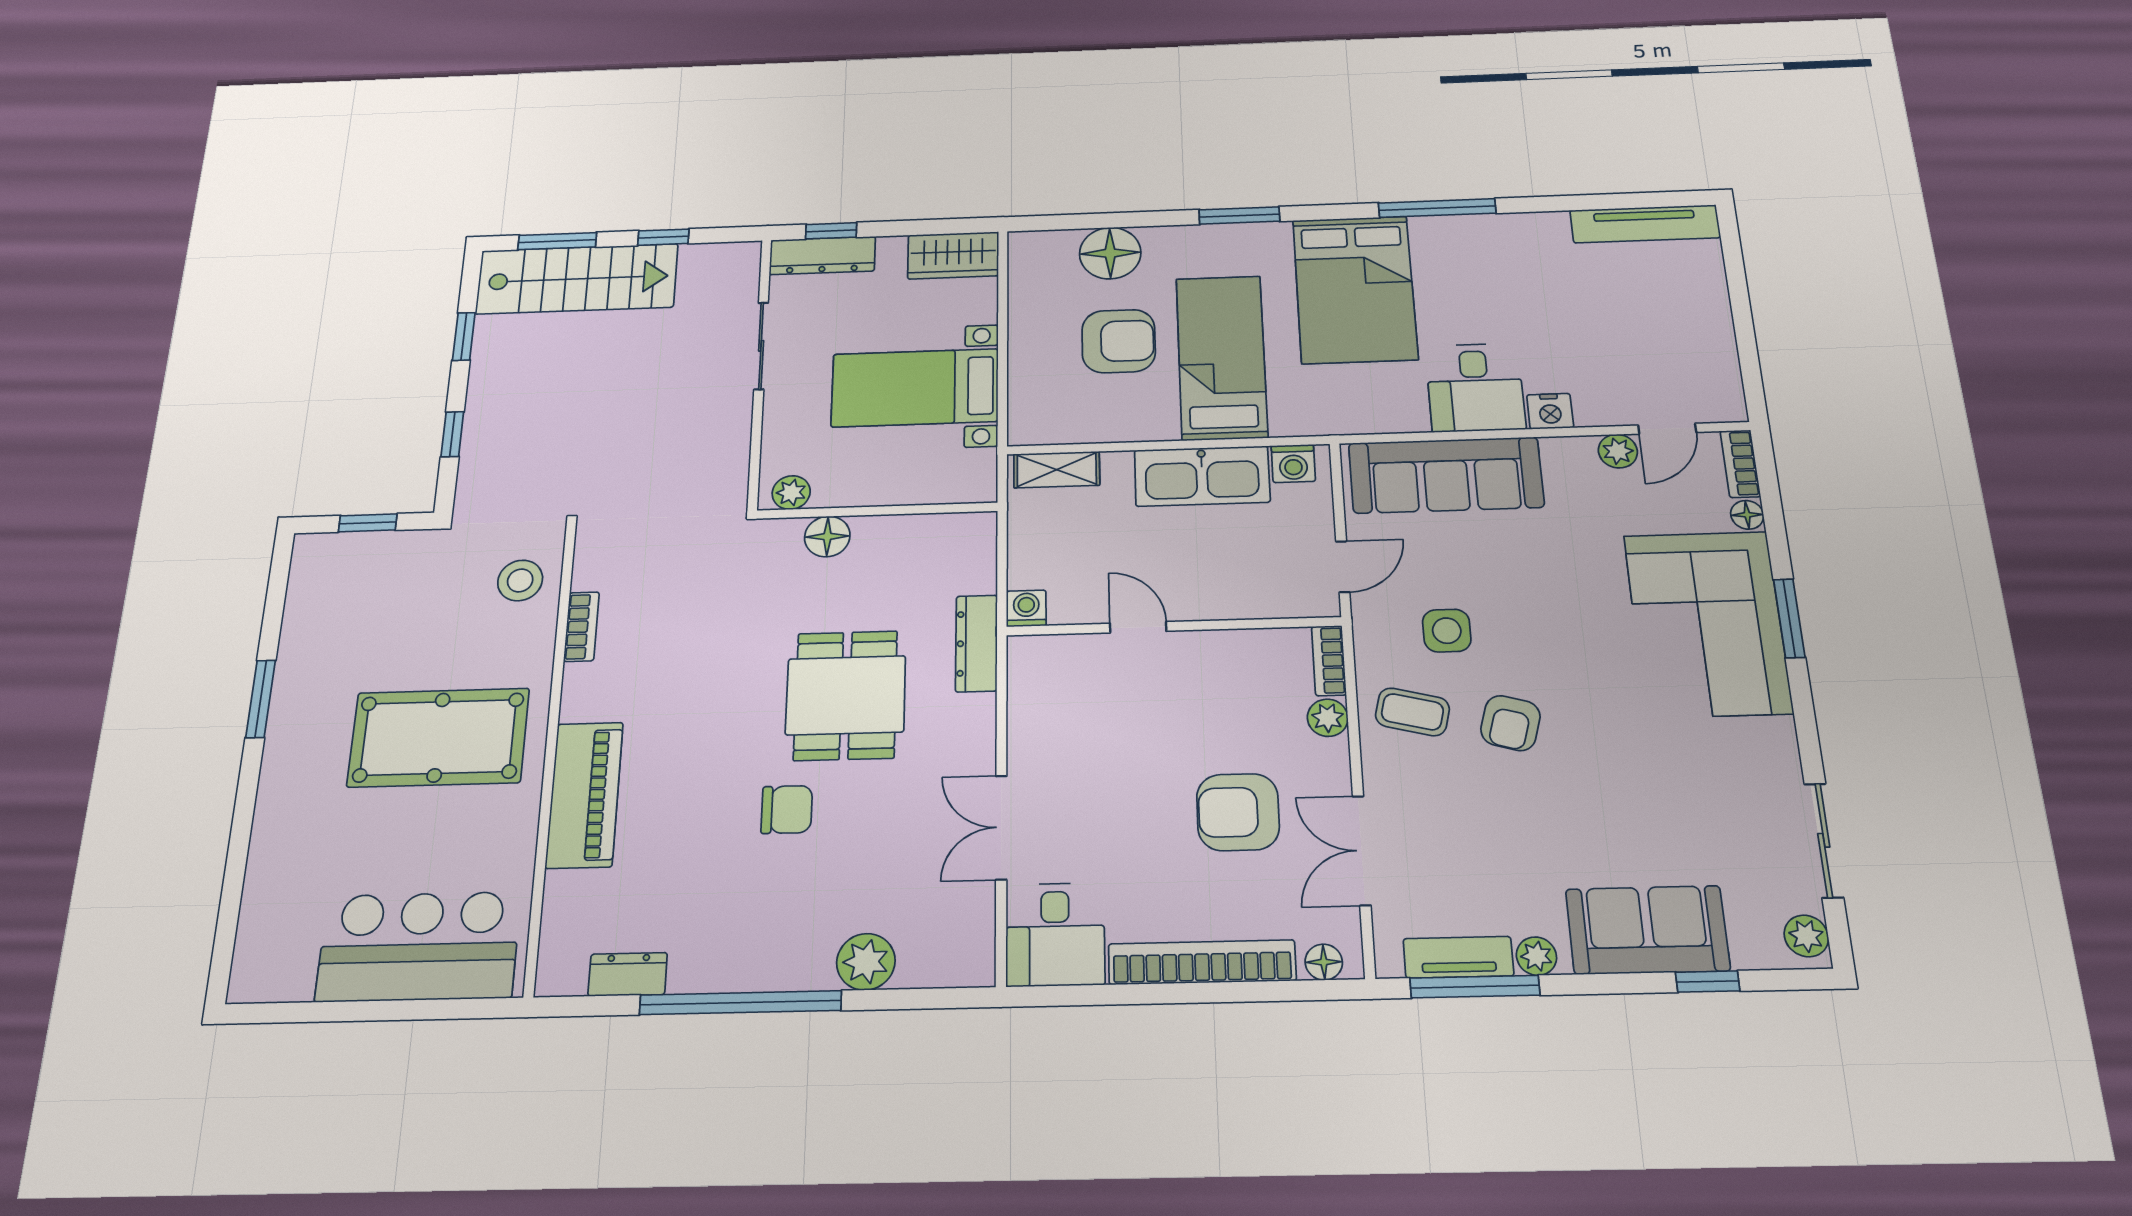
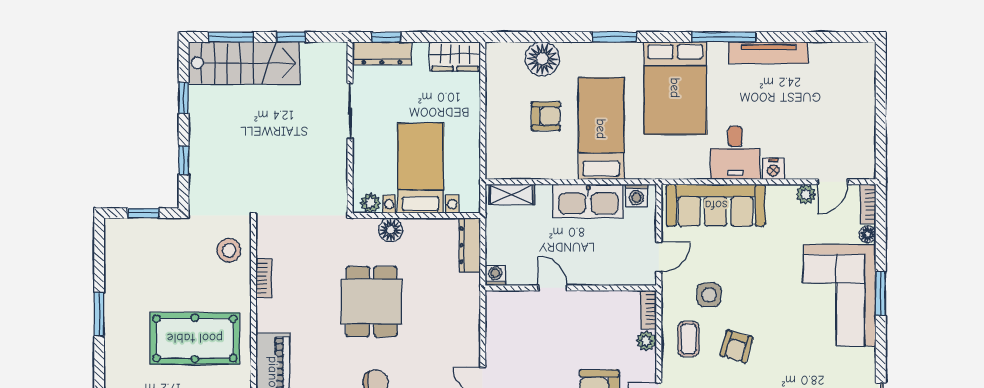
tv unit: (1645, 224) -> (768, 53), moved
armchair: (1119, 341) -> (546, 116), width x0.72, depth x0.72
bed with nightstands: (915, 388) -> (420, 168), moved, turned 90
dresser: (976, 643) -> (470, 245), moved
dining table: (846, 695) -> (372, 302), moved
coffee table: (1412, 712) -> (689, 339), turned 76

